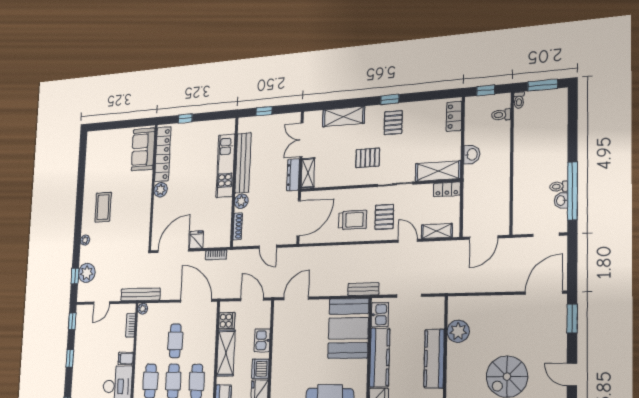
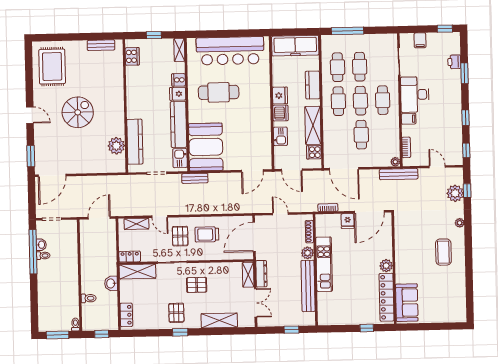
toilet: (501, 115) -> (89, 298), moved
kitchen unit: (225, 166) -> (324, 264), moved
door: (102, 303) -> (437, 167), hinge flipped
kitchen counter: (434, 359) -> (135, 142), moved

